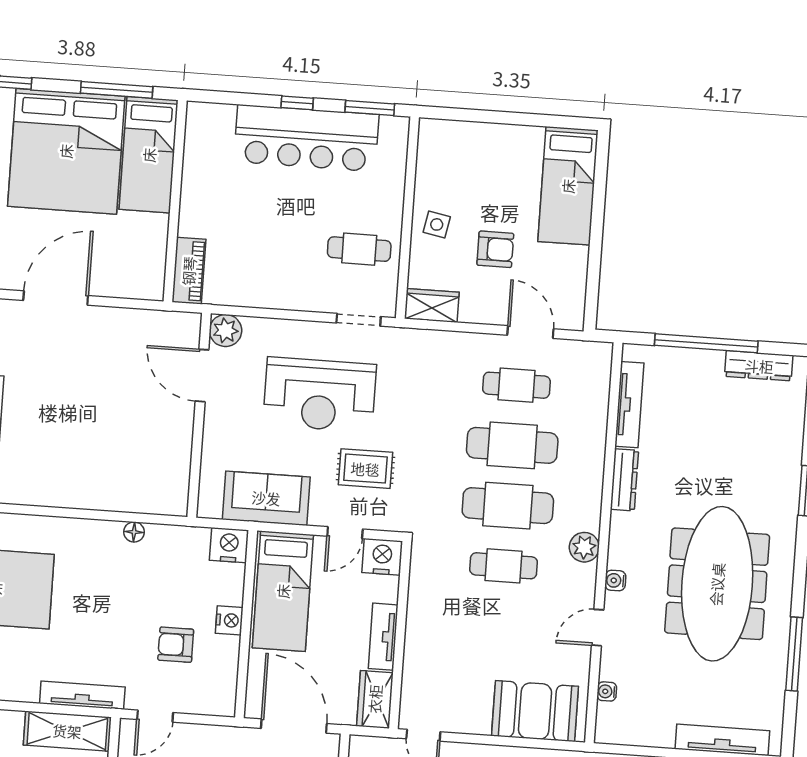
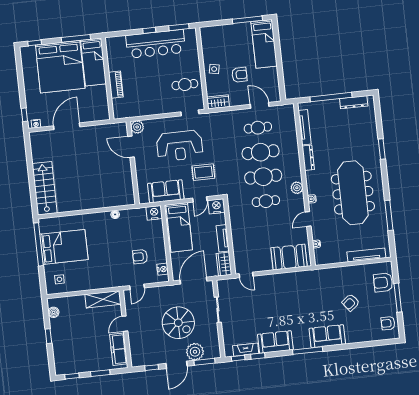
window: (538, 120) -> (247, 20), added
piano: (189, 271) -> (116, 85), moved
nightstand: (229, 620) -> (163, 269), moved
tv unit: (82, 695) -> (106, 284), removed
door: (294, 726) -> (193, 281), hinge flipped

